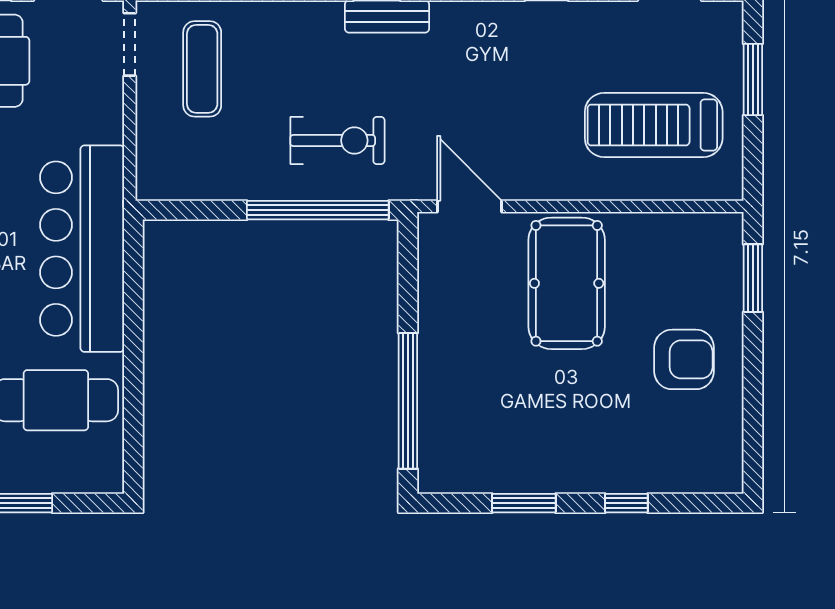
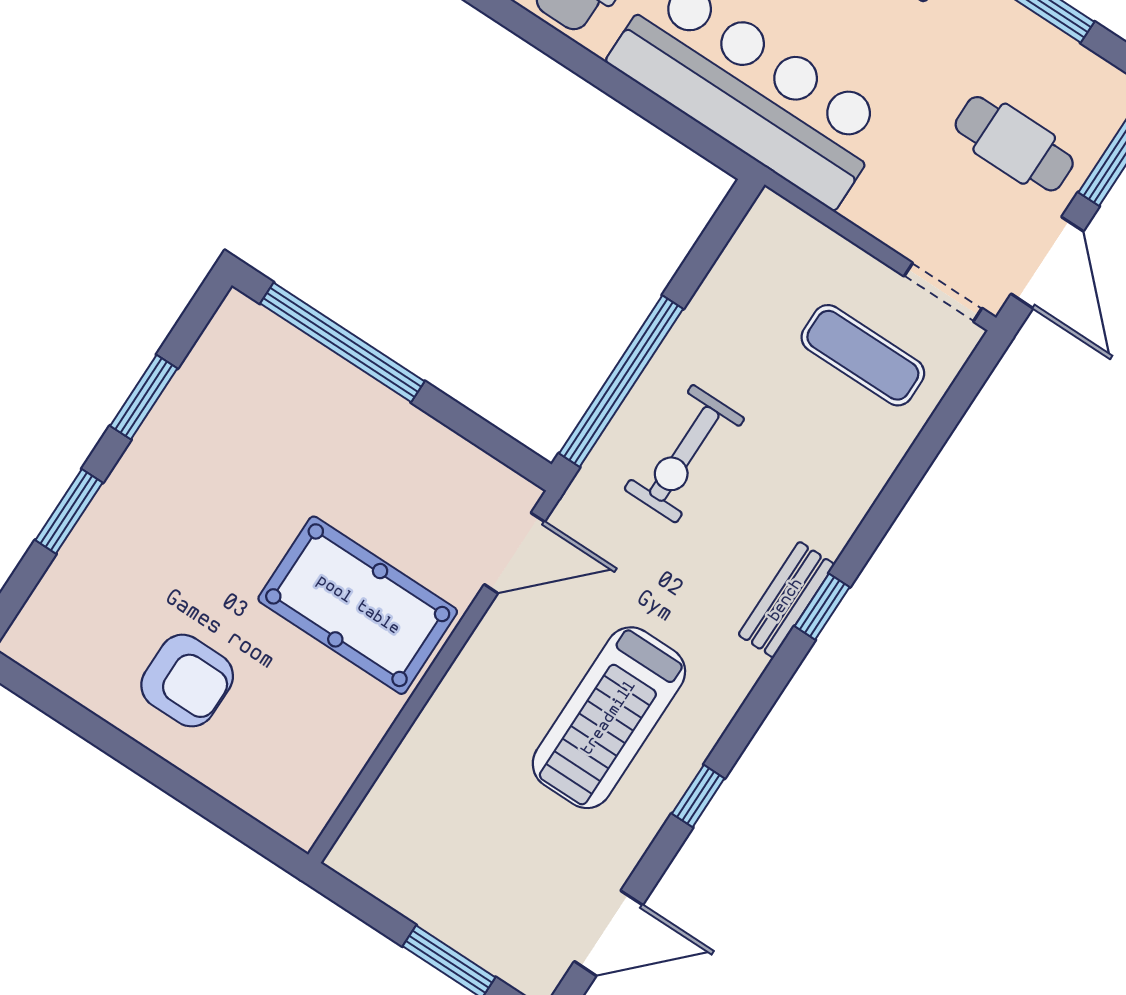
treadmill: (654, 125) -> (609, 718), moved, turned 180
window: (753, 278) -> (227, 817), removed
armchair: (684, 359) -> (187, 681), turned -90
window: (626, 503) -> (69, 511), width x1.50

